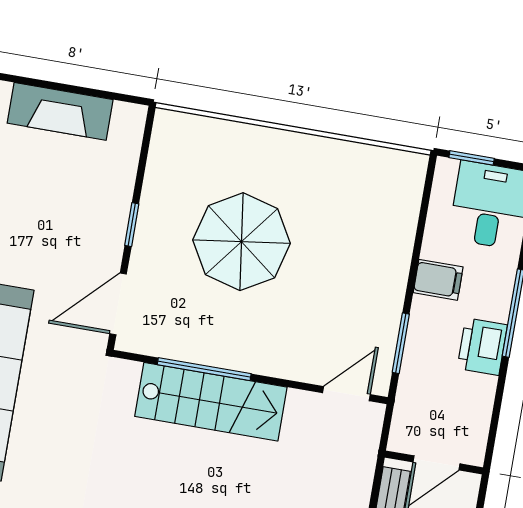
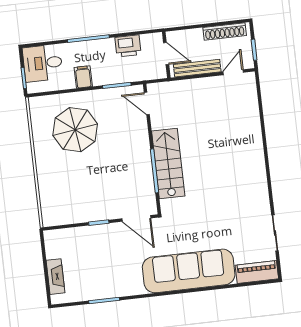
fireplace: (60, 111) -> (56, 277), width x0.73, depth x0.76
parasol: (242, 242) -> (75, 130), moved
printer: (482, 347) -> (128, 46), moved

